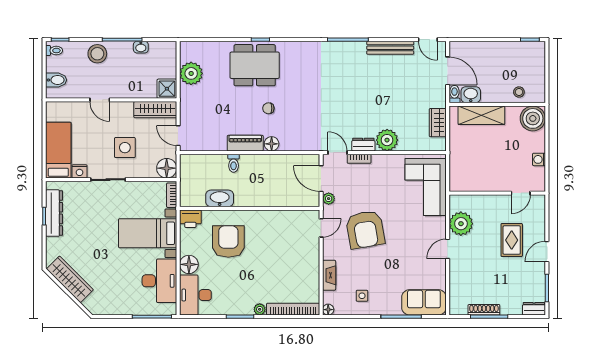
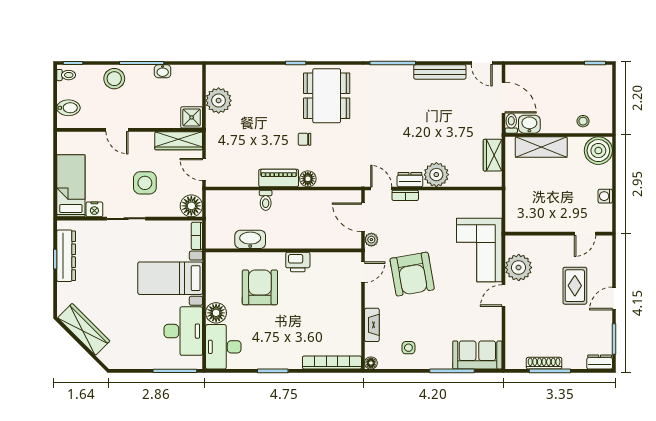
dining table: (255, 65) -> (327, 96), moved, turned 90
corner sofa: (426, 187) -> (479, 250), moved
printer: (190, 219) -> (298, 262), moved
plant: (260, 309) -> (295, 363), removed

